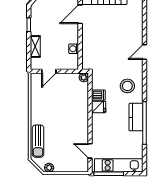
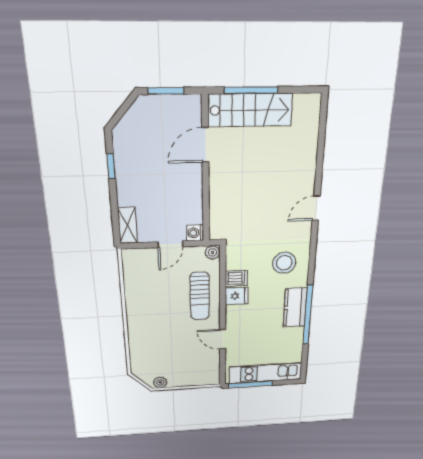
shelving: (35, 47) -> (127, 225), moved
washing machine: (74, 49) -> (195, 233), moved
door: (49, 71) -> (170, 244), moved
sun lounger: (38, 141) -> (200, 296), moved
door: (90, 151) -> (223, 339), moved

